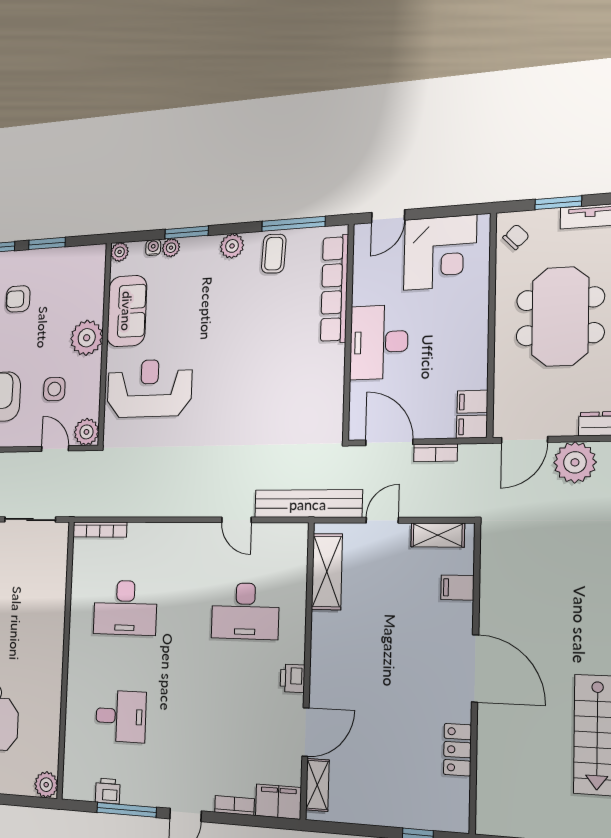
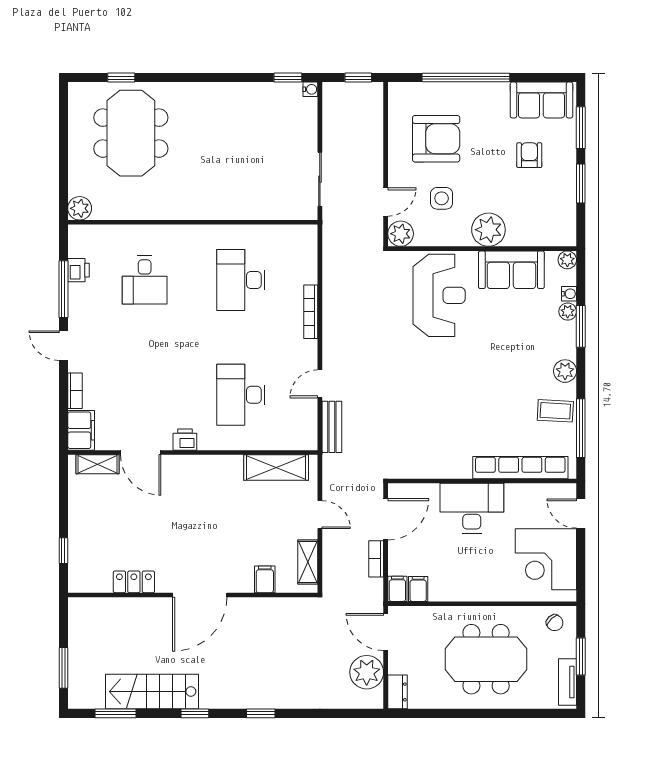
bench: (308, 504) -> (332, 427), width x0.54, depth x0.82
bookcase: (100, 530) -> (311, 312), moved

